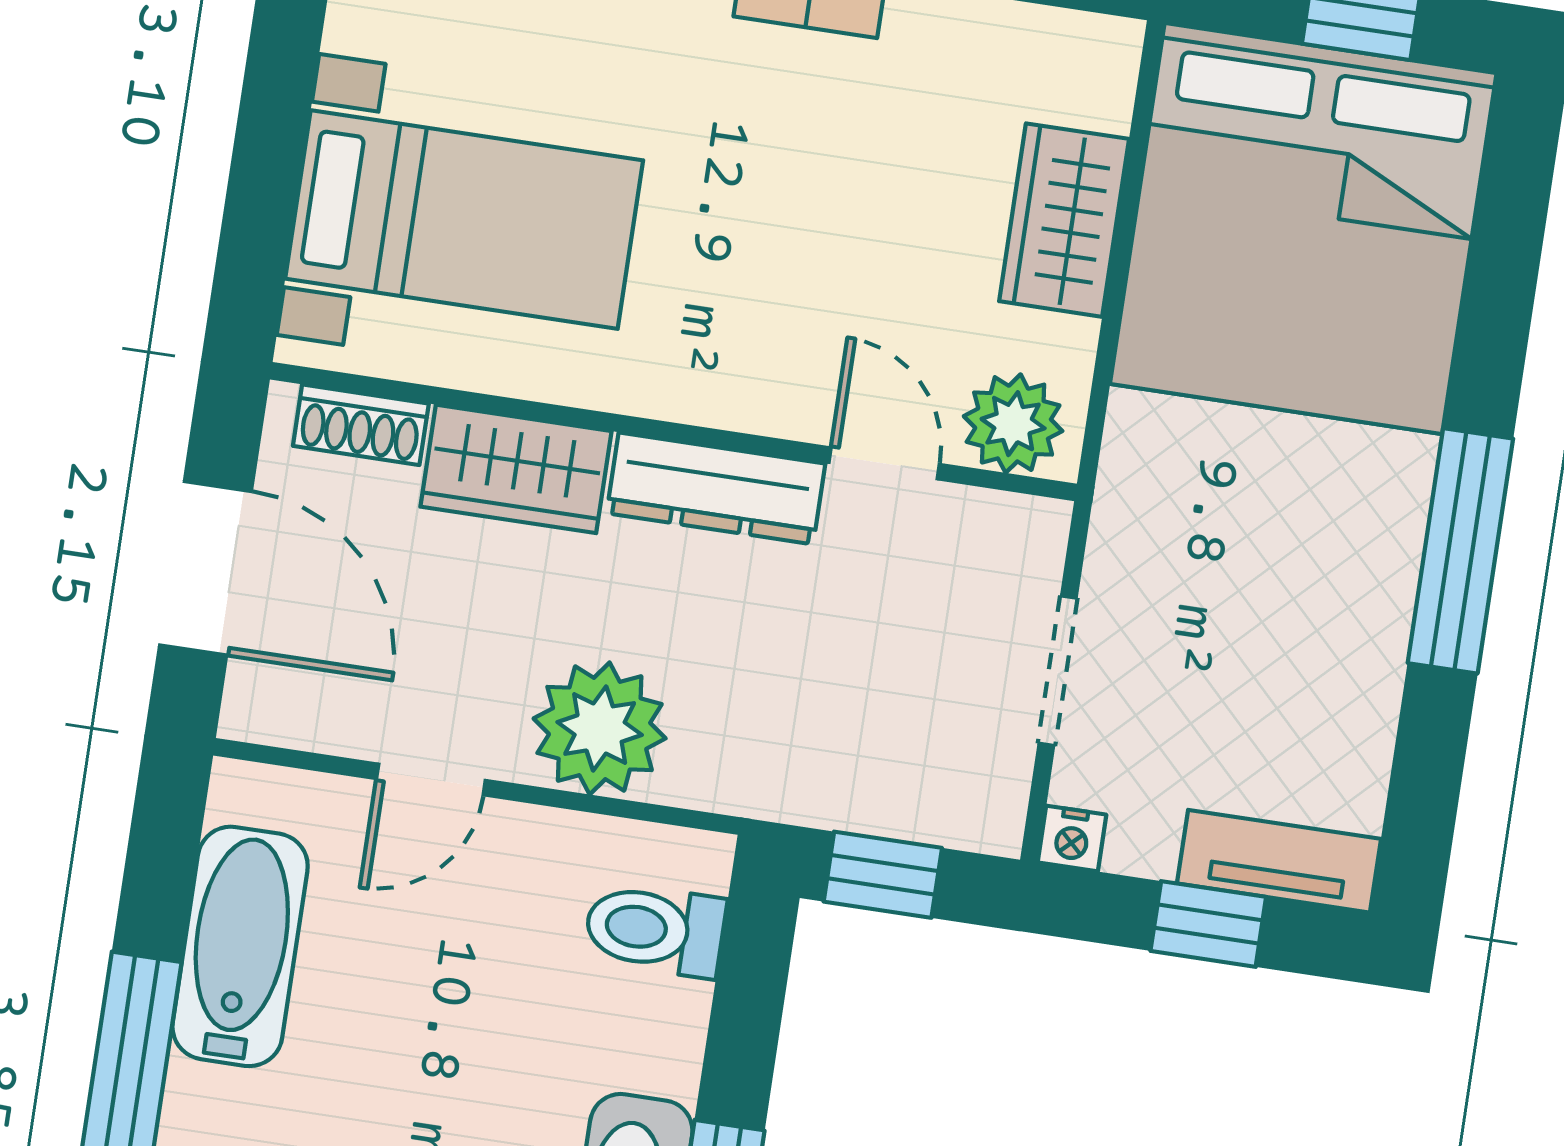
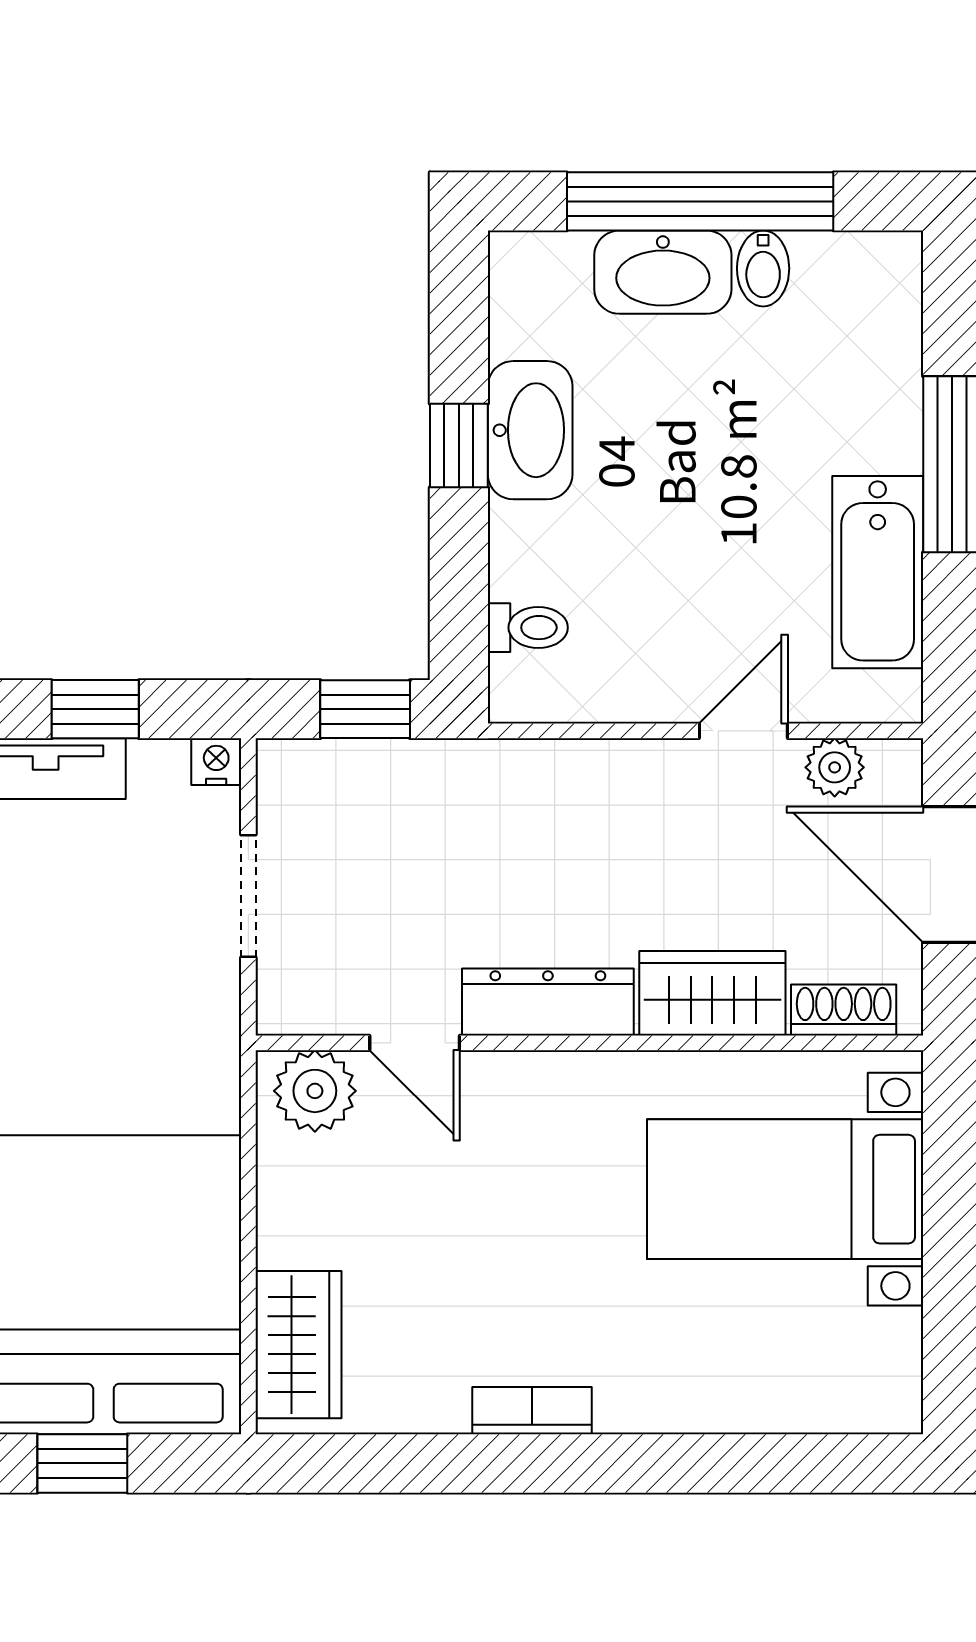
wardrobe: (1064, 220) -> (298, 1345), moved
plant: (600, 728) -> (835, 767), moved, width x0.53, depth x0.53
toilet: (655, 930) -> (528, 628), width x0.73, depth x0.72

